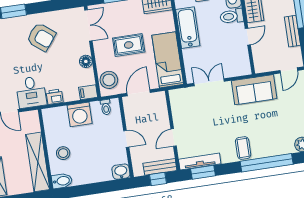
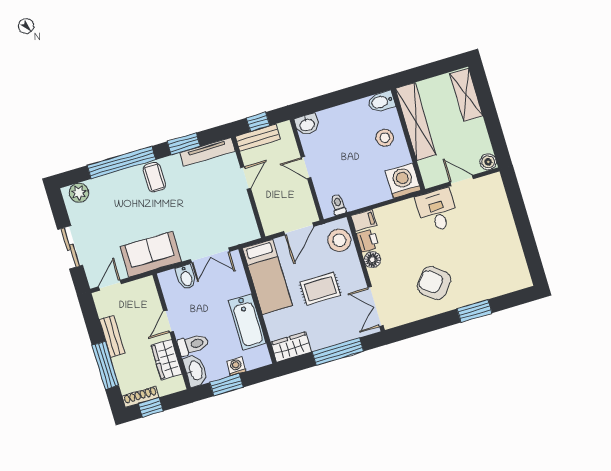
bidet: (230, 68) -> (186, 277), added
printer: (55, 97) -> (368, 241), moved, turned -90
washing machine: (80, 114) -> (403, 181), moved
window: (203, 172) -> (184, 144), moved

